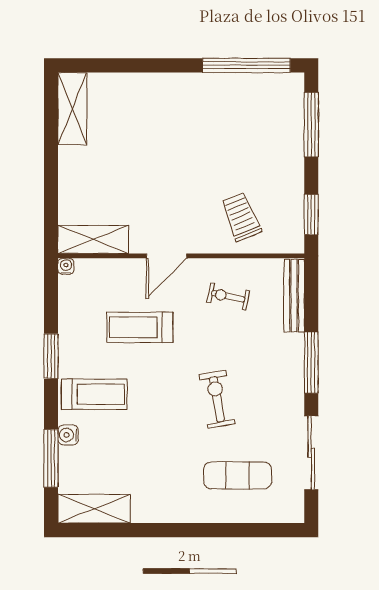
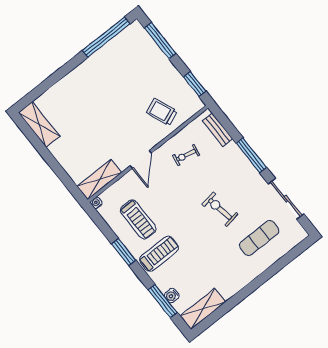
bench: (294, 296) -> (218, 130), width x0.73
treadmill: (140, 327) -> (138, 219), moved, turned -90
water cooler: (68, 435) -> (172, 296), moved

